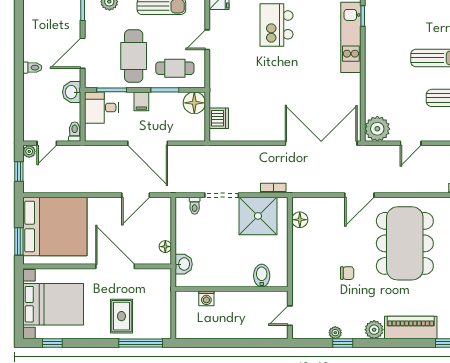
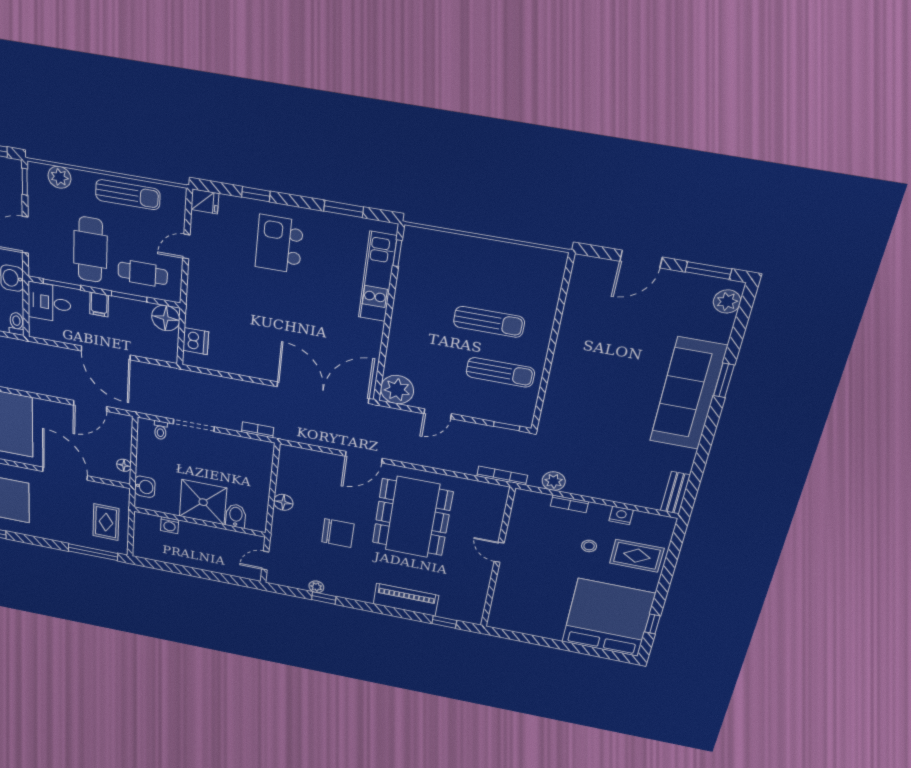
shower: (258, 216) -> (203, 502), moved
floor lamp: (300, 220) -> (283, 502), moved
chair: (347, 273) -> (338, 533), width x1.87, depth x1.87
rug: (121, 316) -> (106, 522), moved
plant: (374, 330) -> (362, 593), removed

